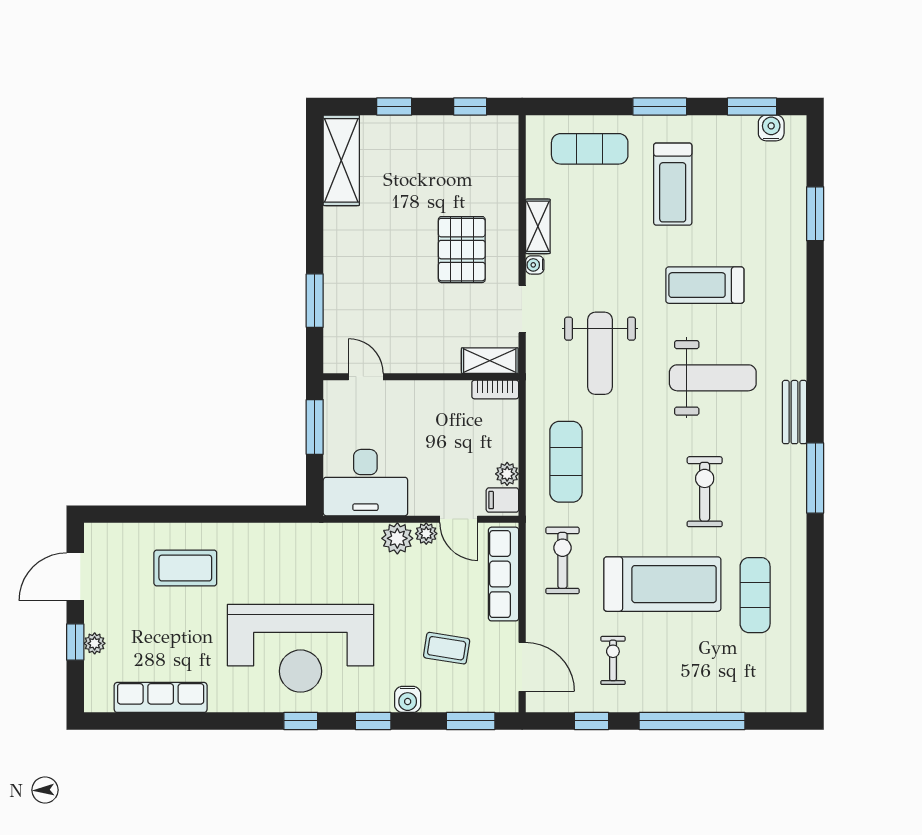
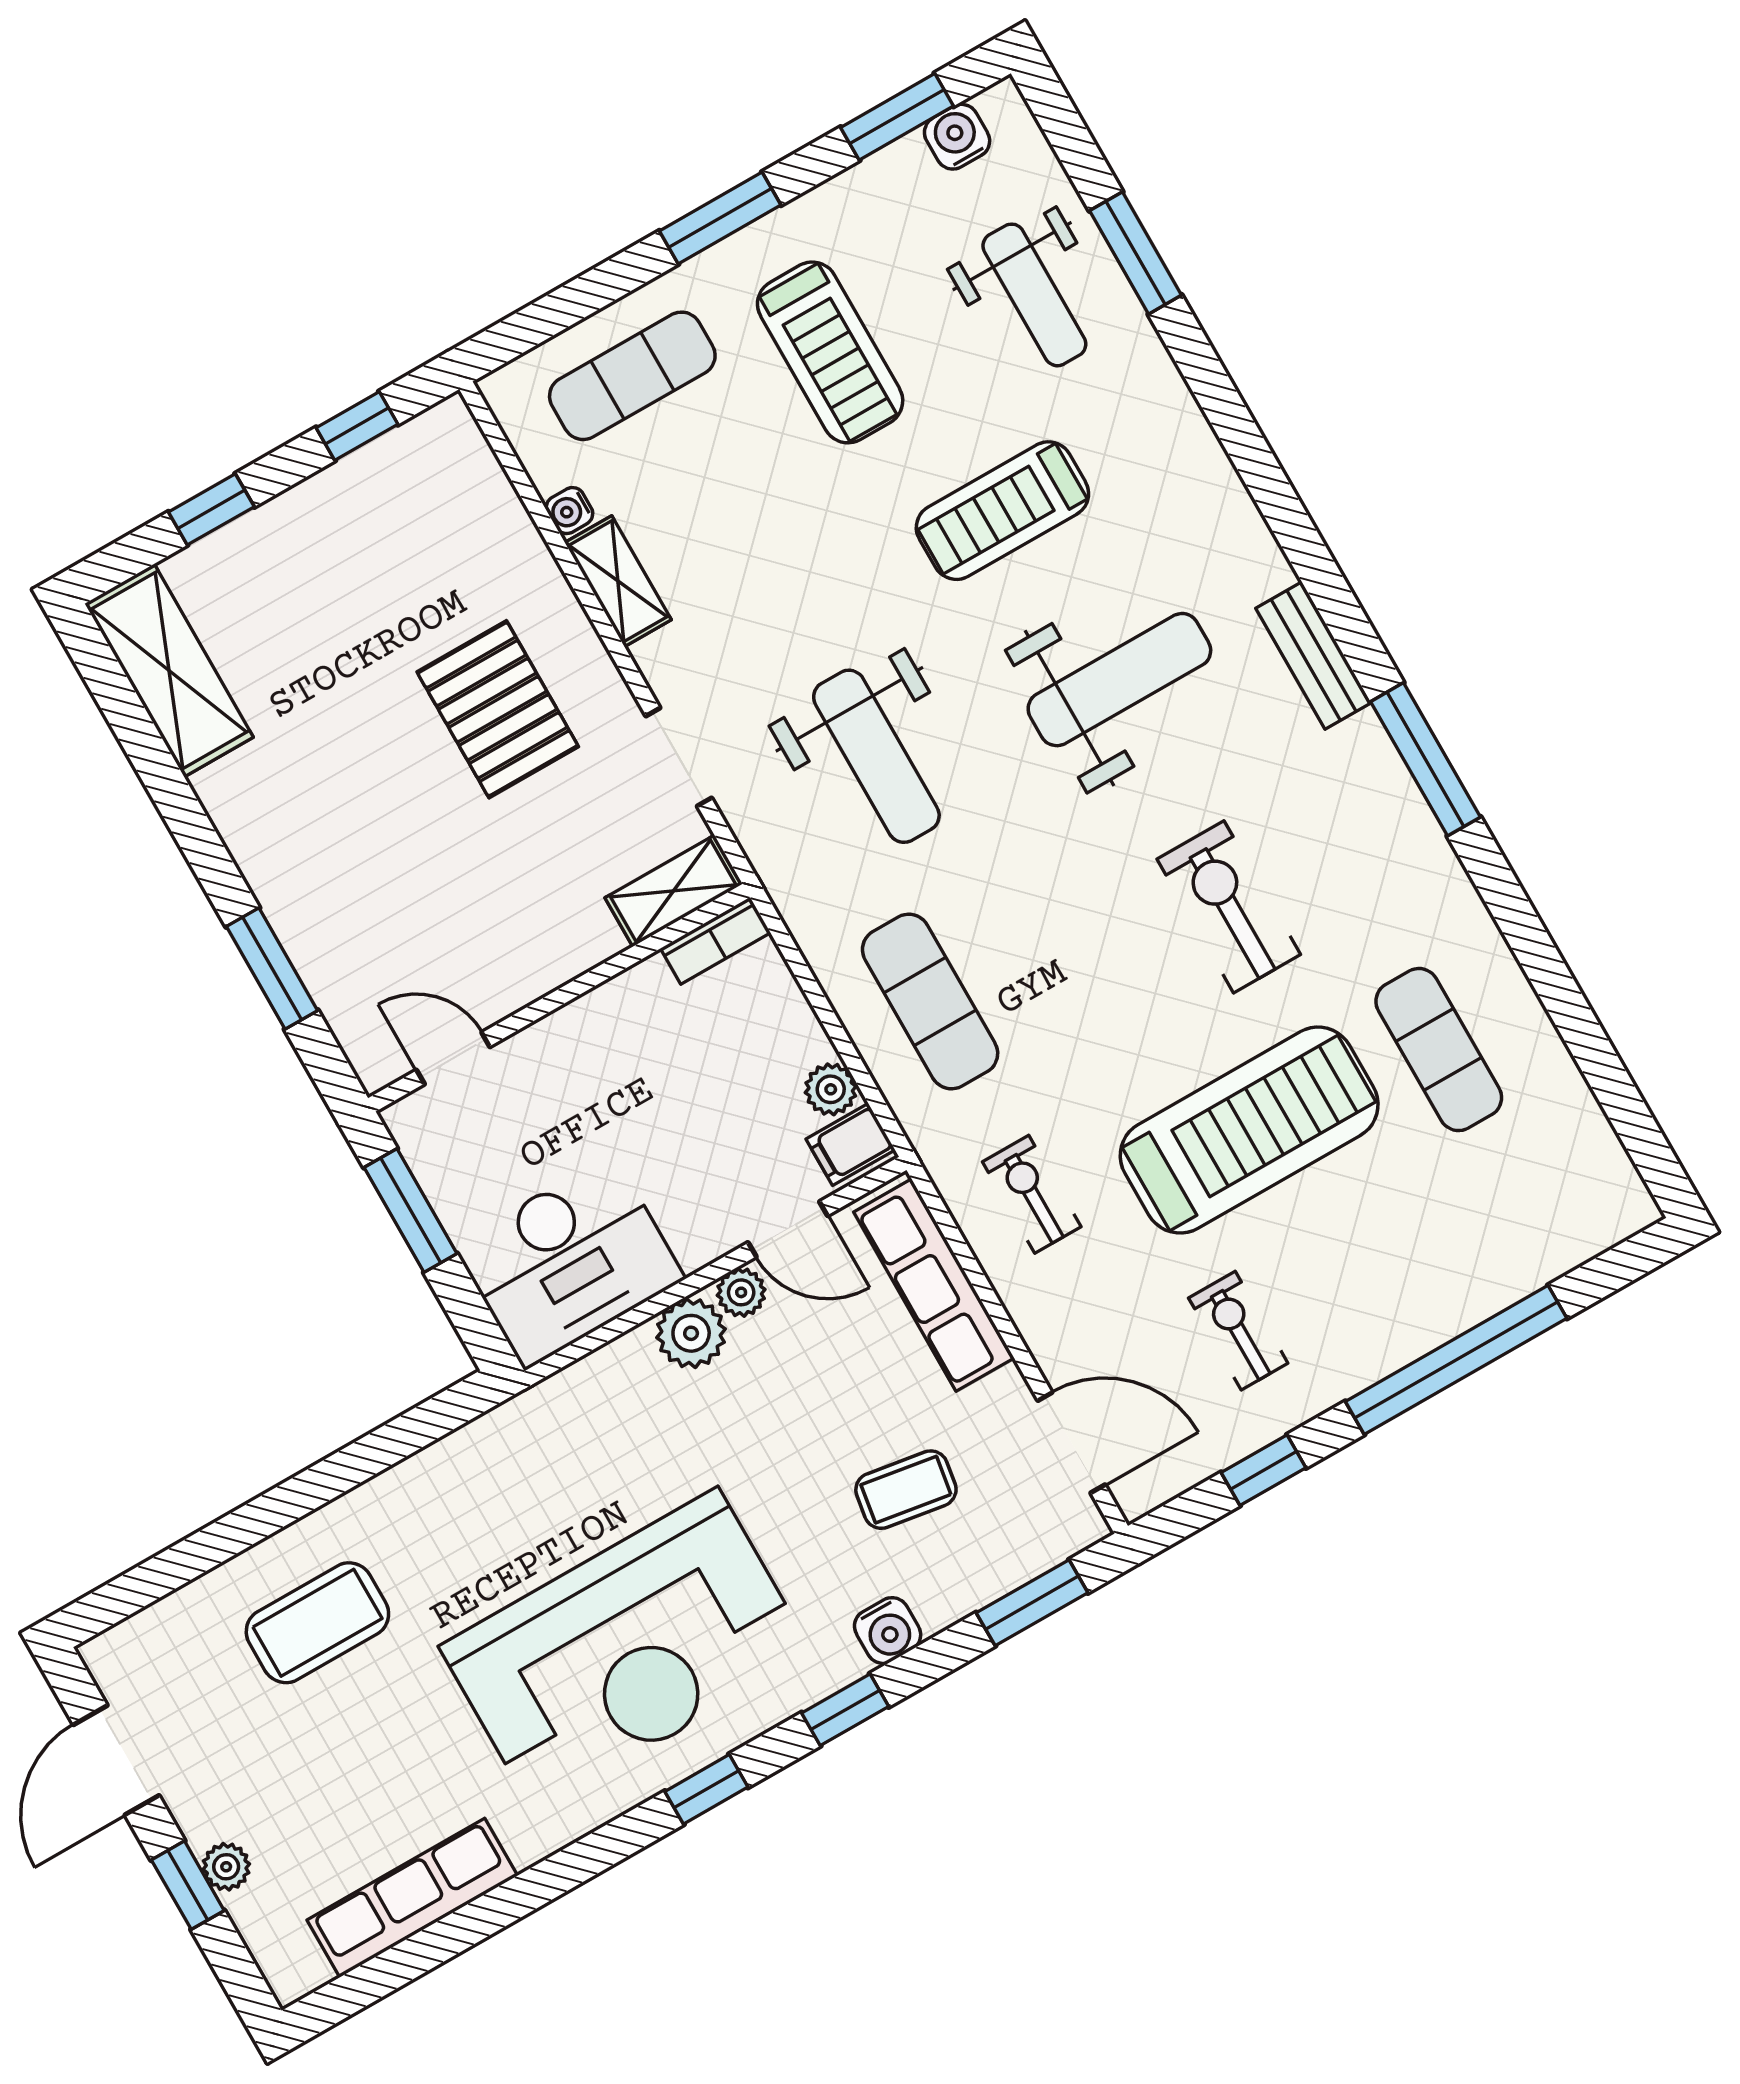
weight bench: (766, 208) -> (1034, 295), added
water cooler: (535, 265) -> (569, 511), moved
exercise bike: (562, 560) -> (1032, 1194), width x0.73, depth x0.72

